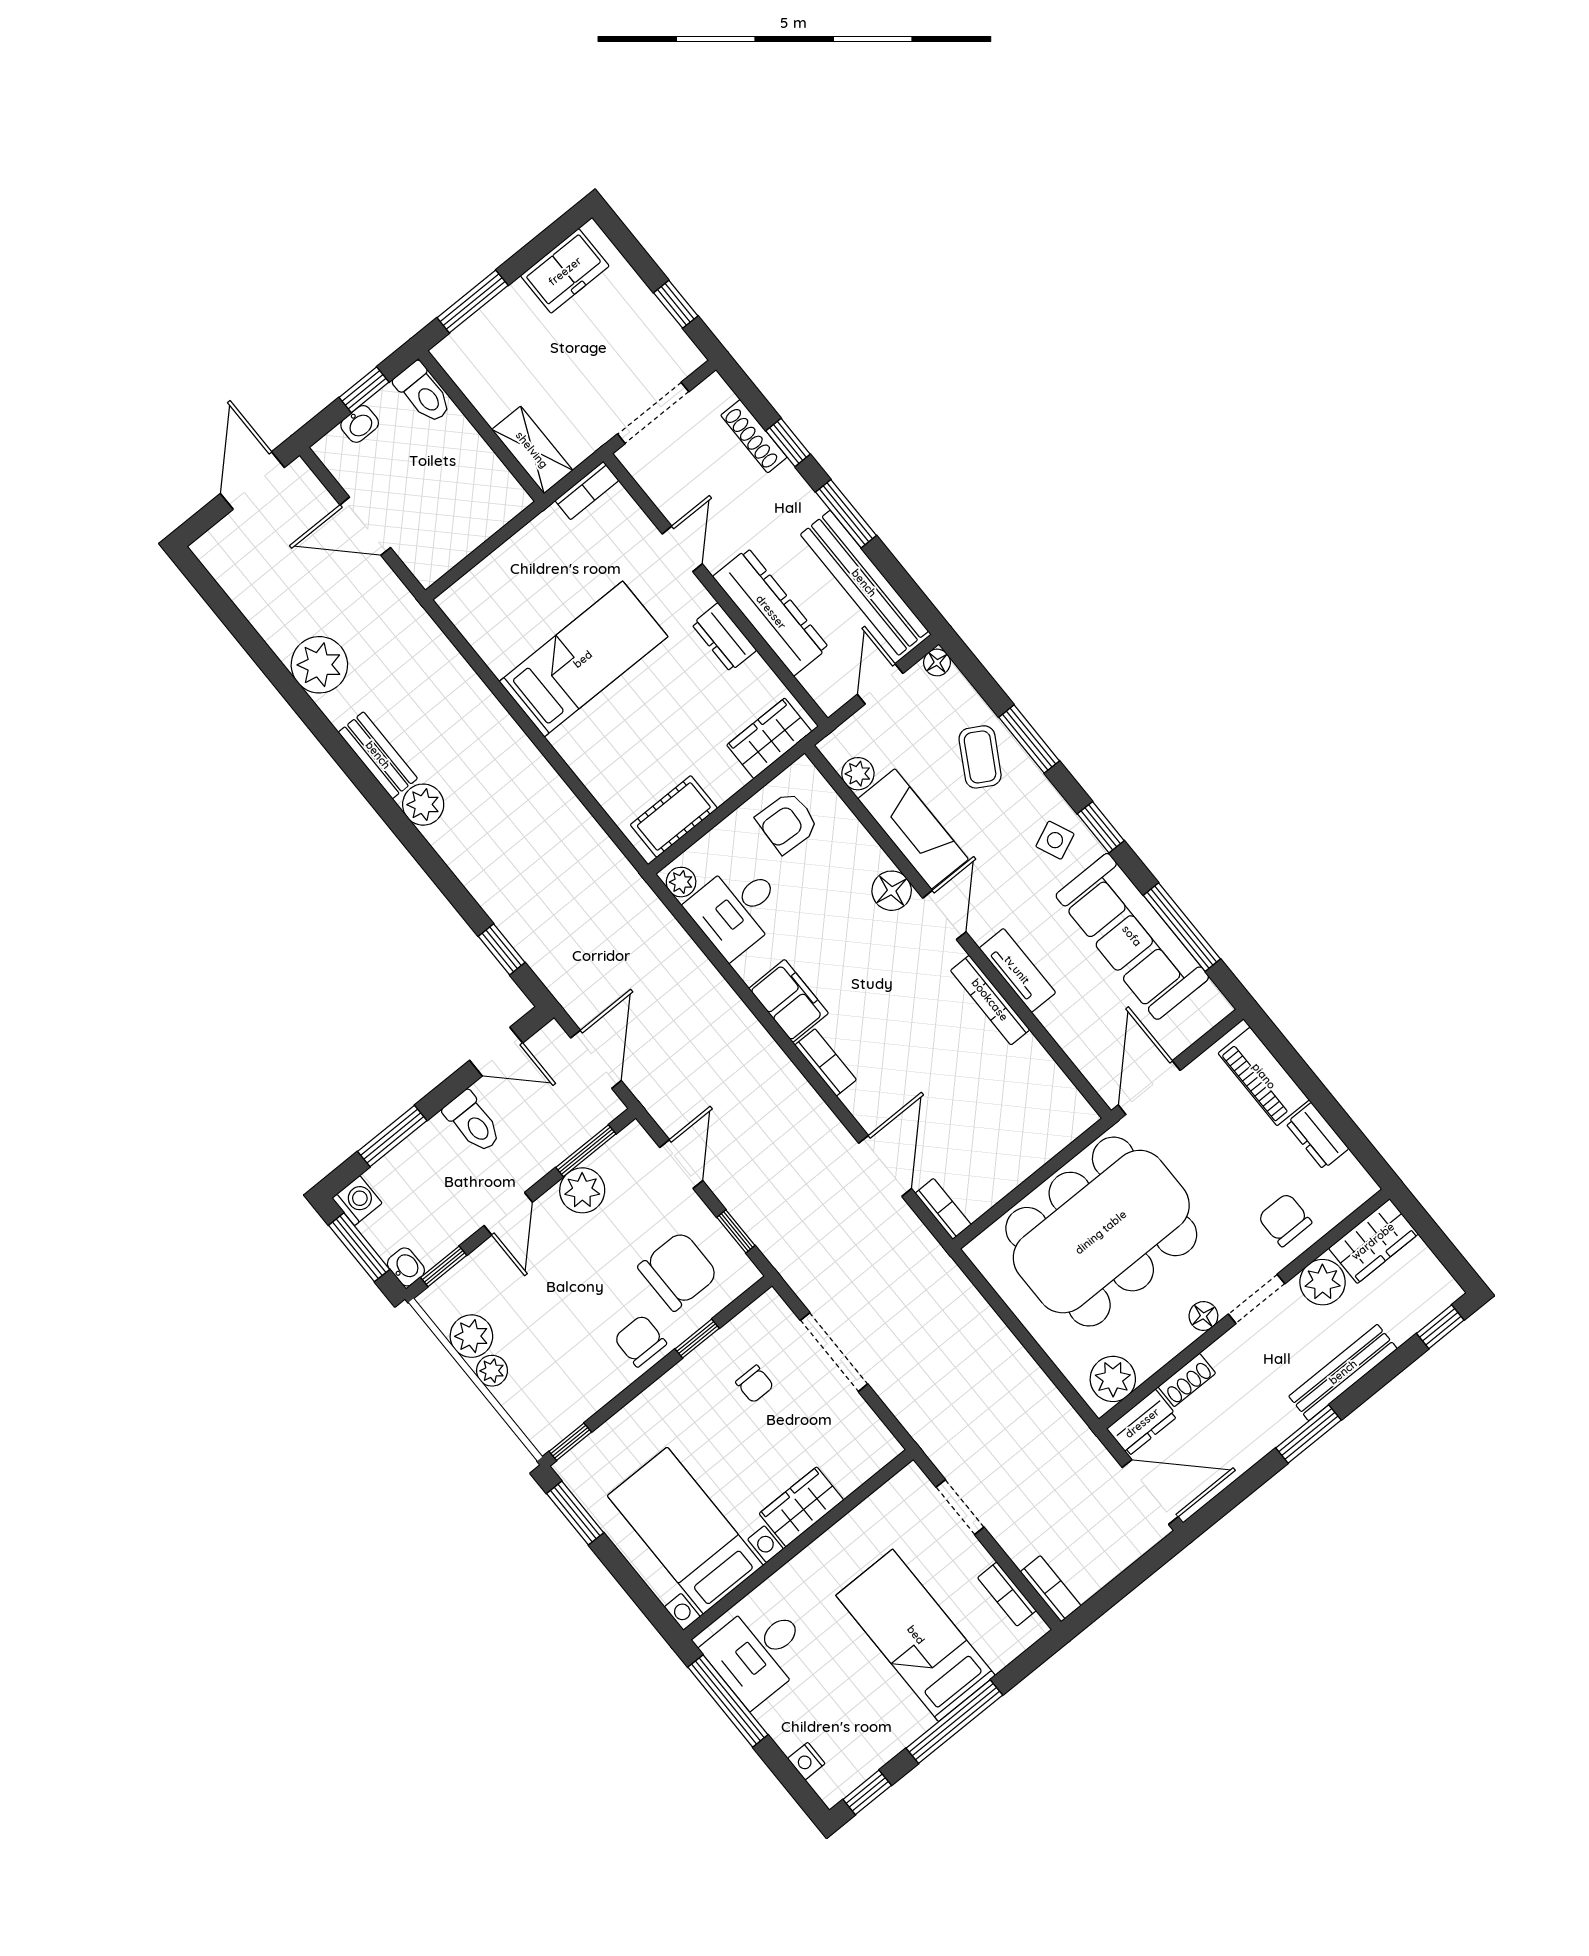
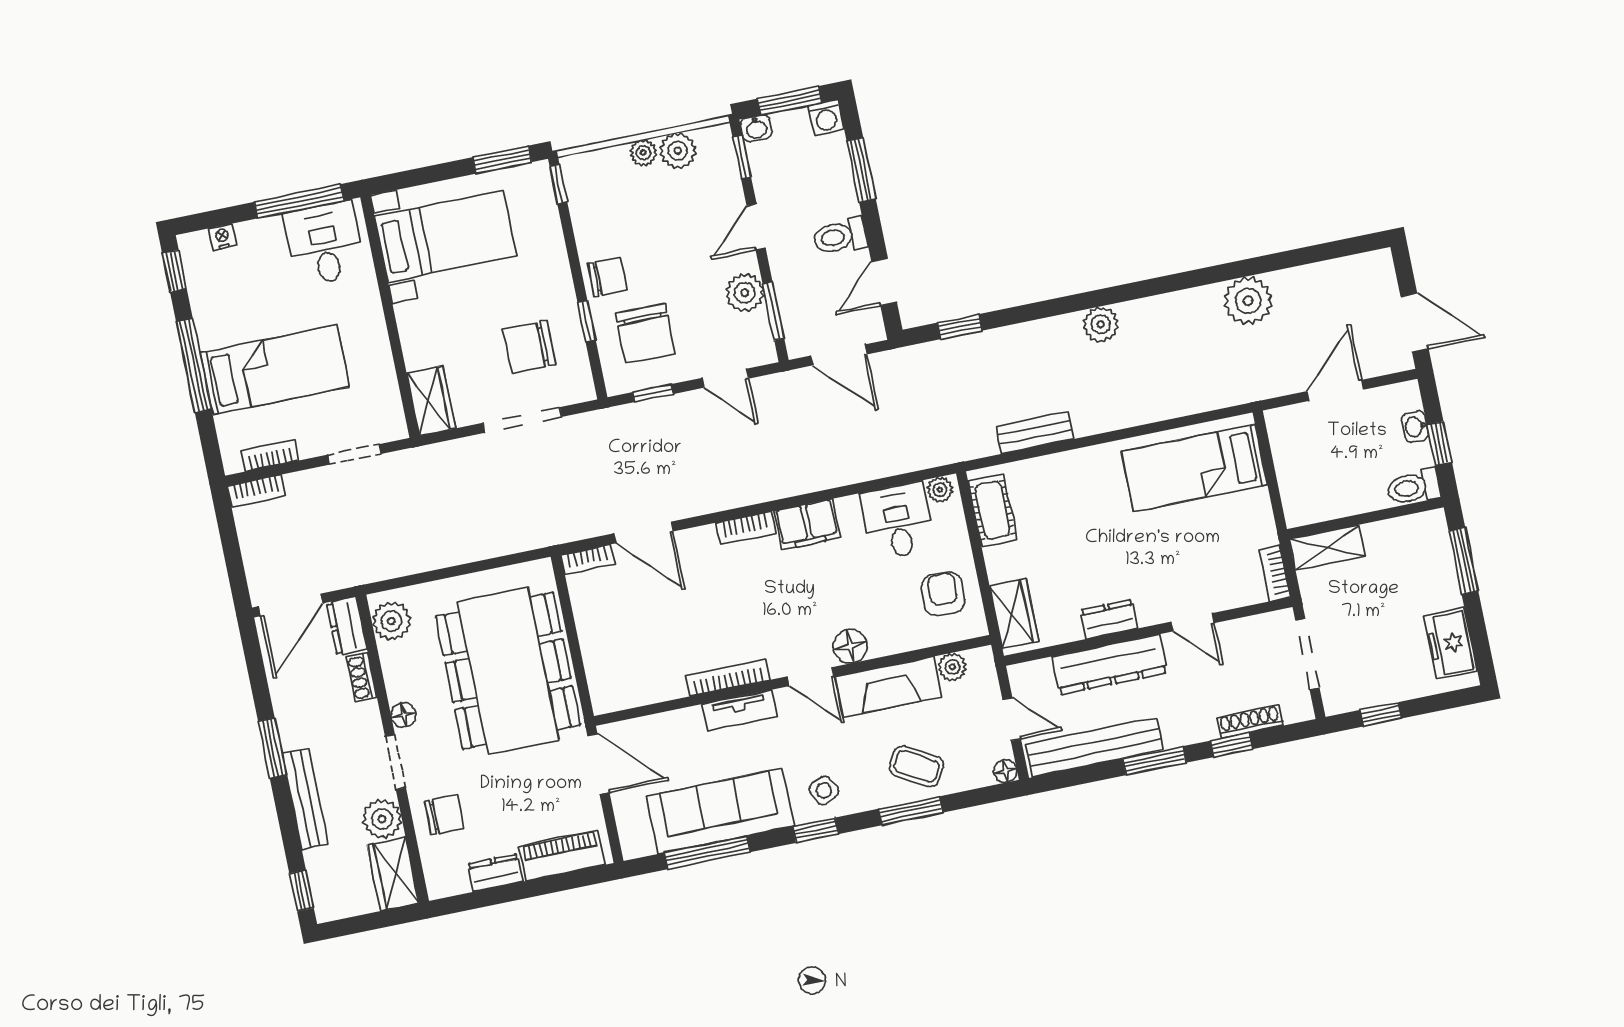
bed: (583, 659) -> (1194, 468), moved, turned 90
bench: (378, 755) -> (1035, 433), moved
door: (508, 1214) -> (756, 227), hinge flipped
chair: (755, 1384) -> (529, 347), width x1.87, depth x1.87
wardrobe: (801, 1507) -> (431, 401), moved

